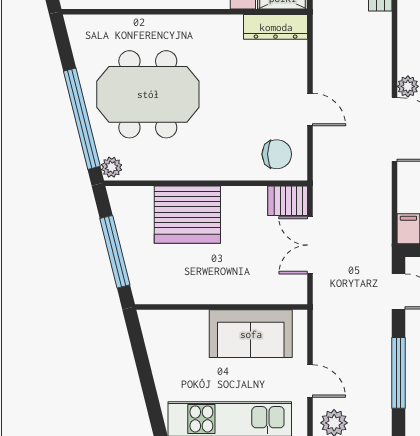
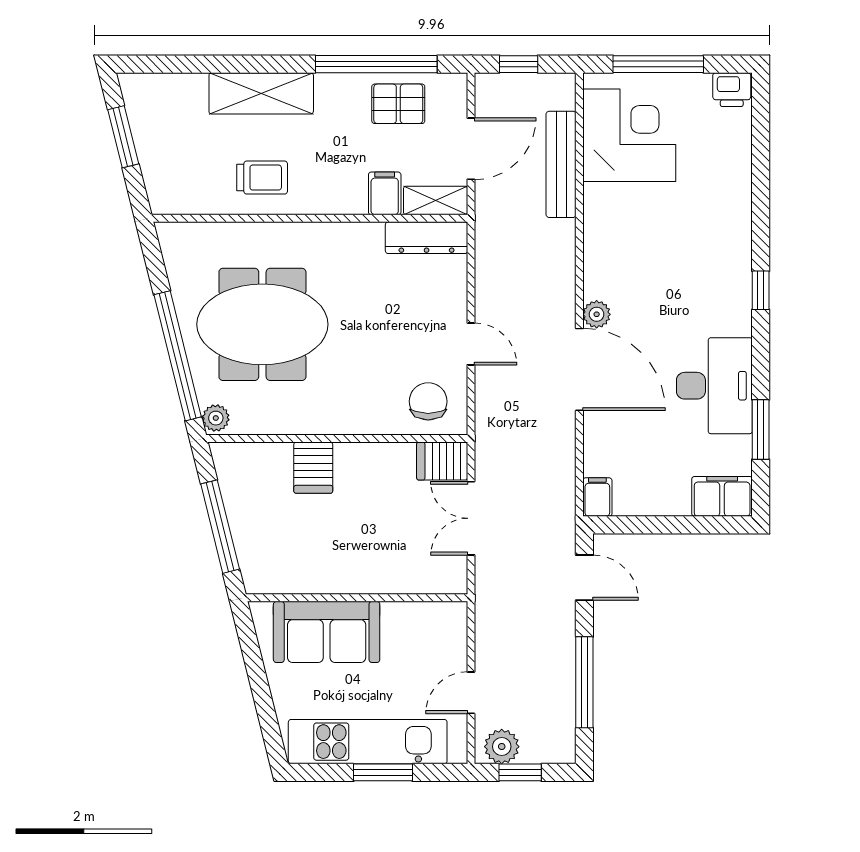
chair: (277, 154) -> (428, 401), turned -90
server rack: (187, 215) -> (313, 468), width x0.46, depth x0.70
sofa: (251, 334) -> (327, 632), moved
door: (310, 381) -> (471, 693), swing flipped

